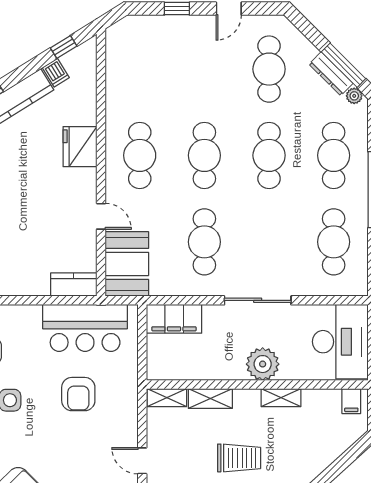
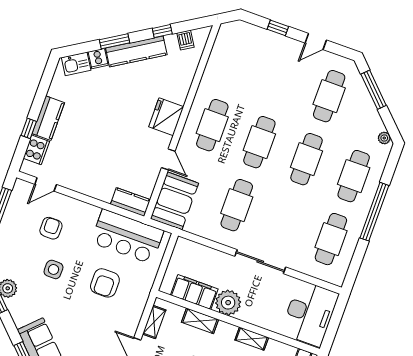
window: (64, 47) -> (162, 31), moved
window: (344, 65) -> (374, 90), moved
dishwasher: (56, 73) -> (185, 40), moved
dresser: (331, 74) -> (373, 116), removed
fridge: (80, 147) -> (166, 117), moved
filing cabinet: (174, 319) -> (194, 292), moved, turned 180
plant: (263, 364) -> (228, 303), moved
shelving: (167, 398) -> (154, 322), moved, turned 90

